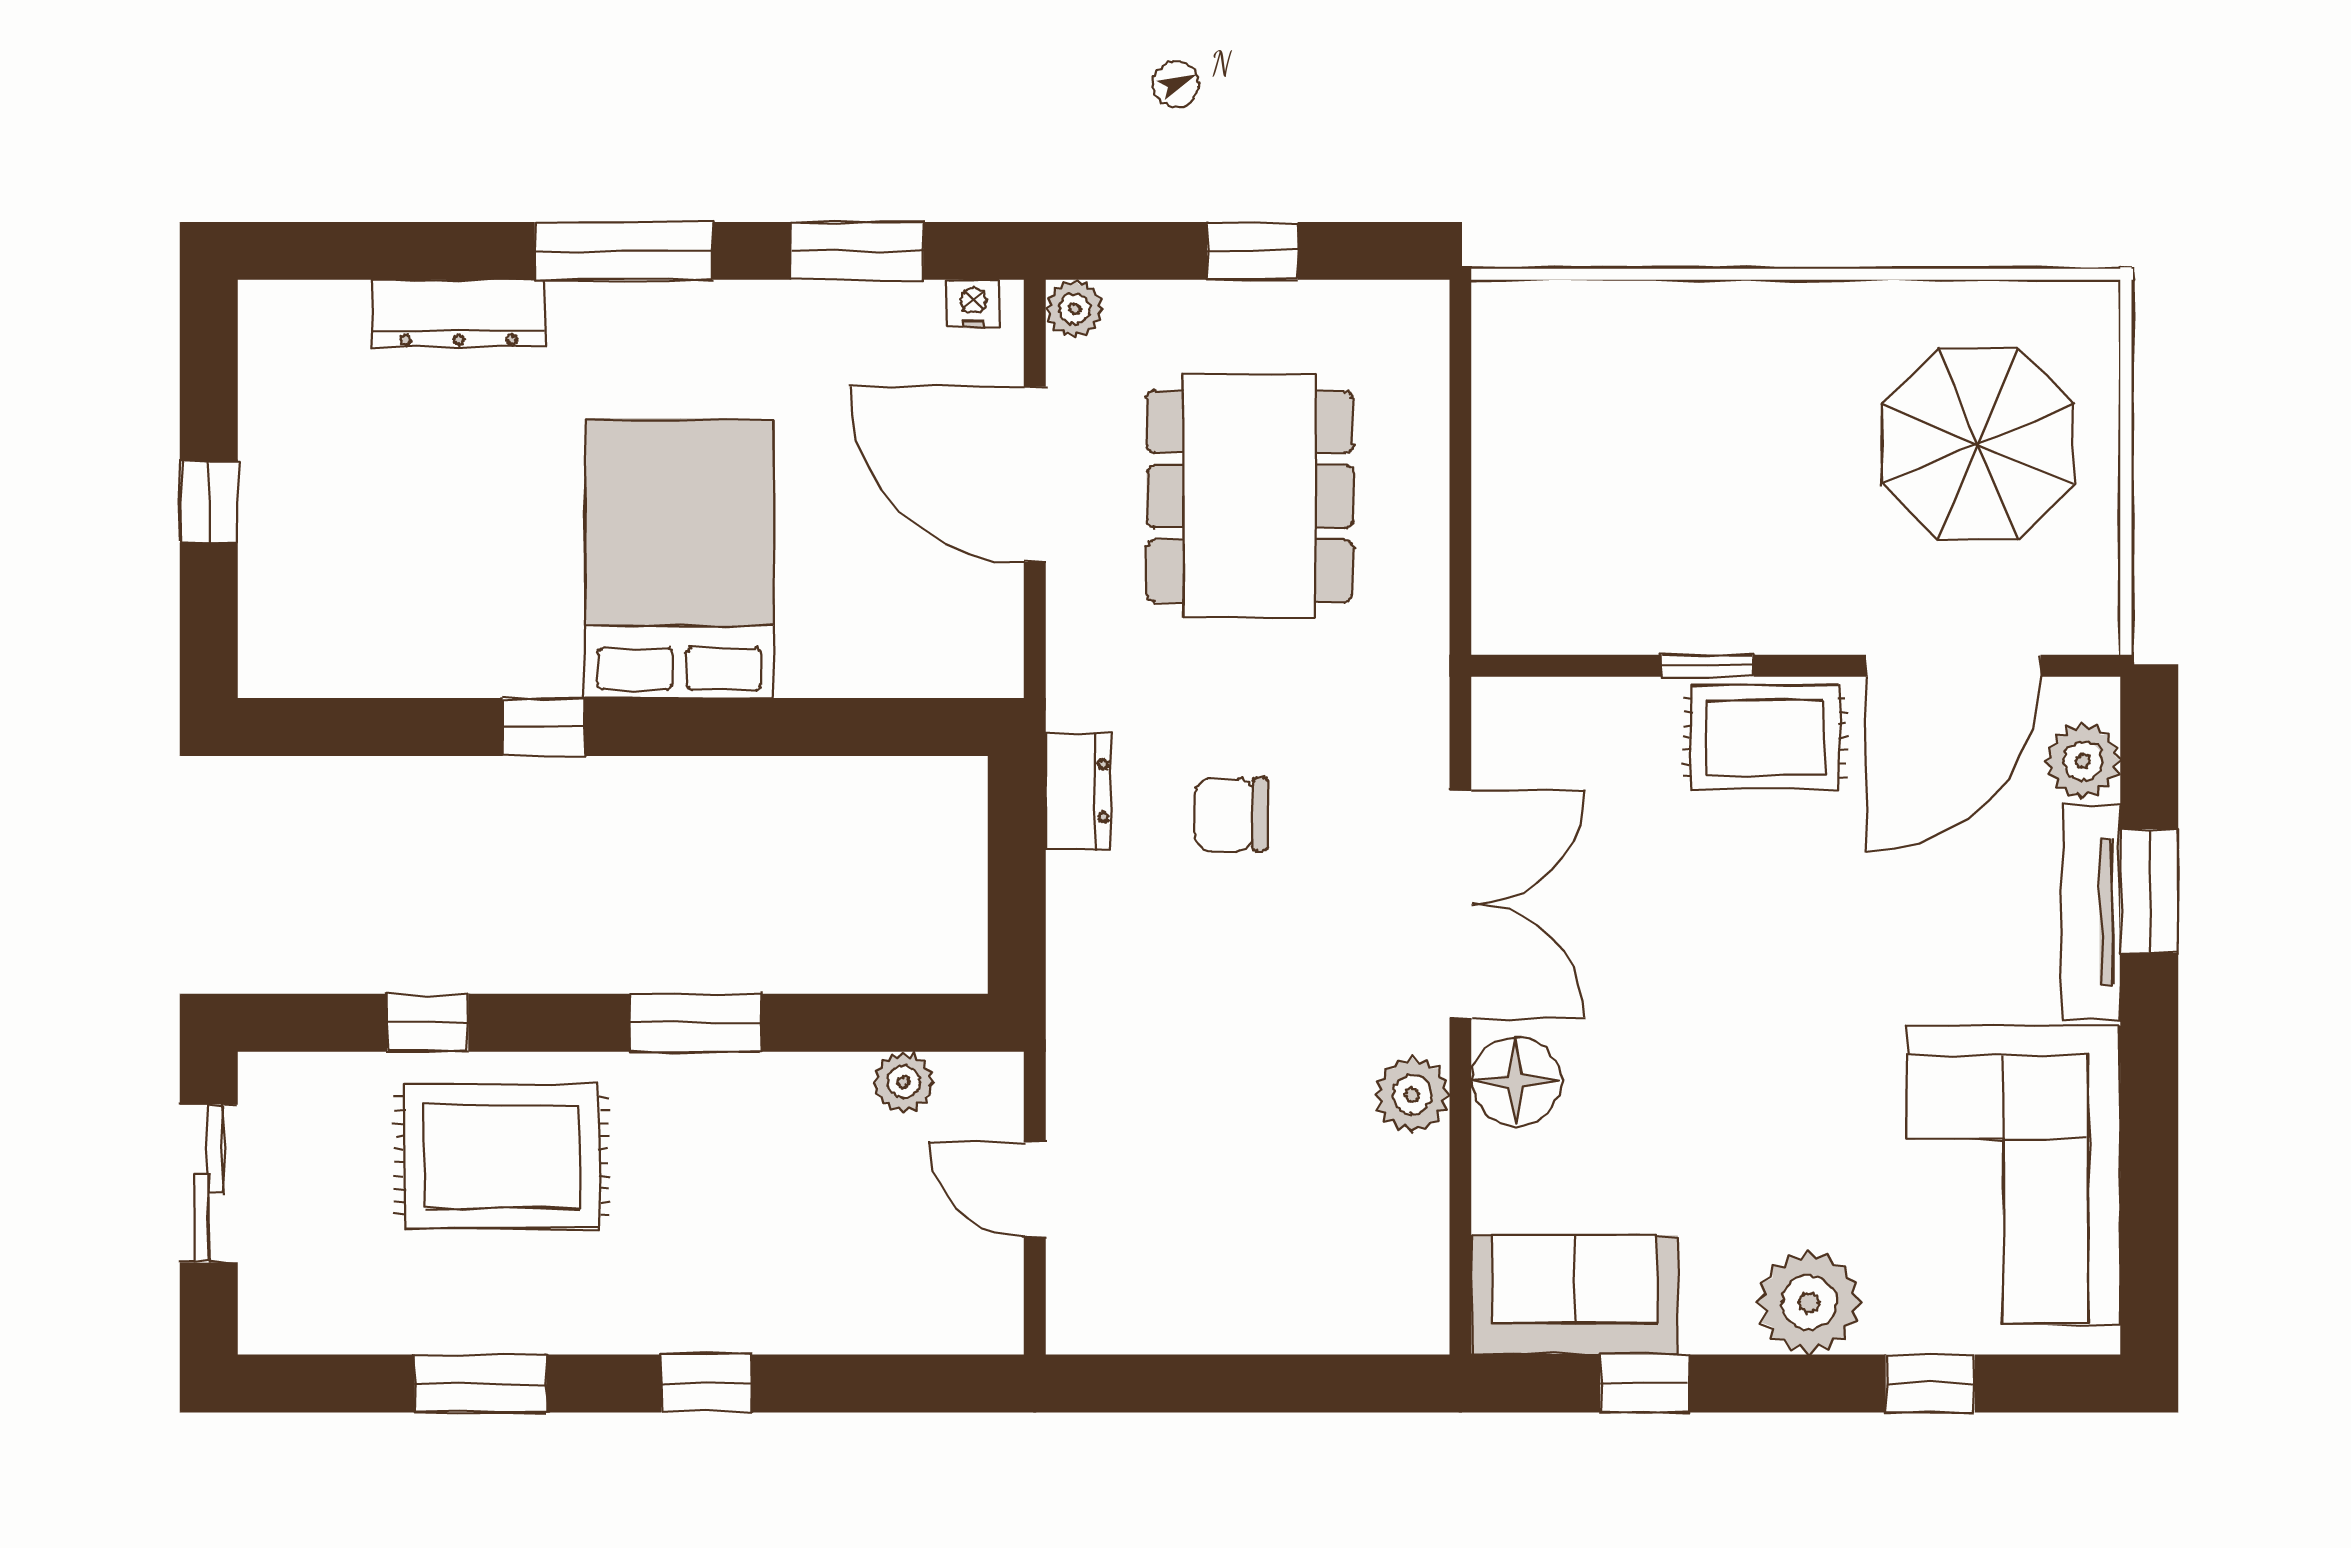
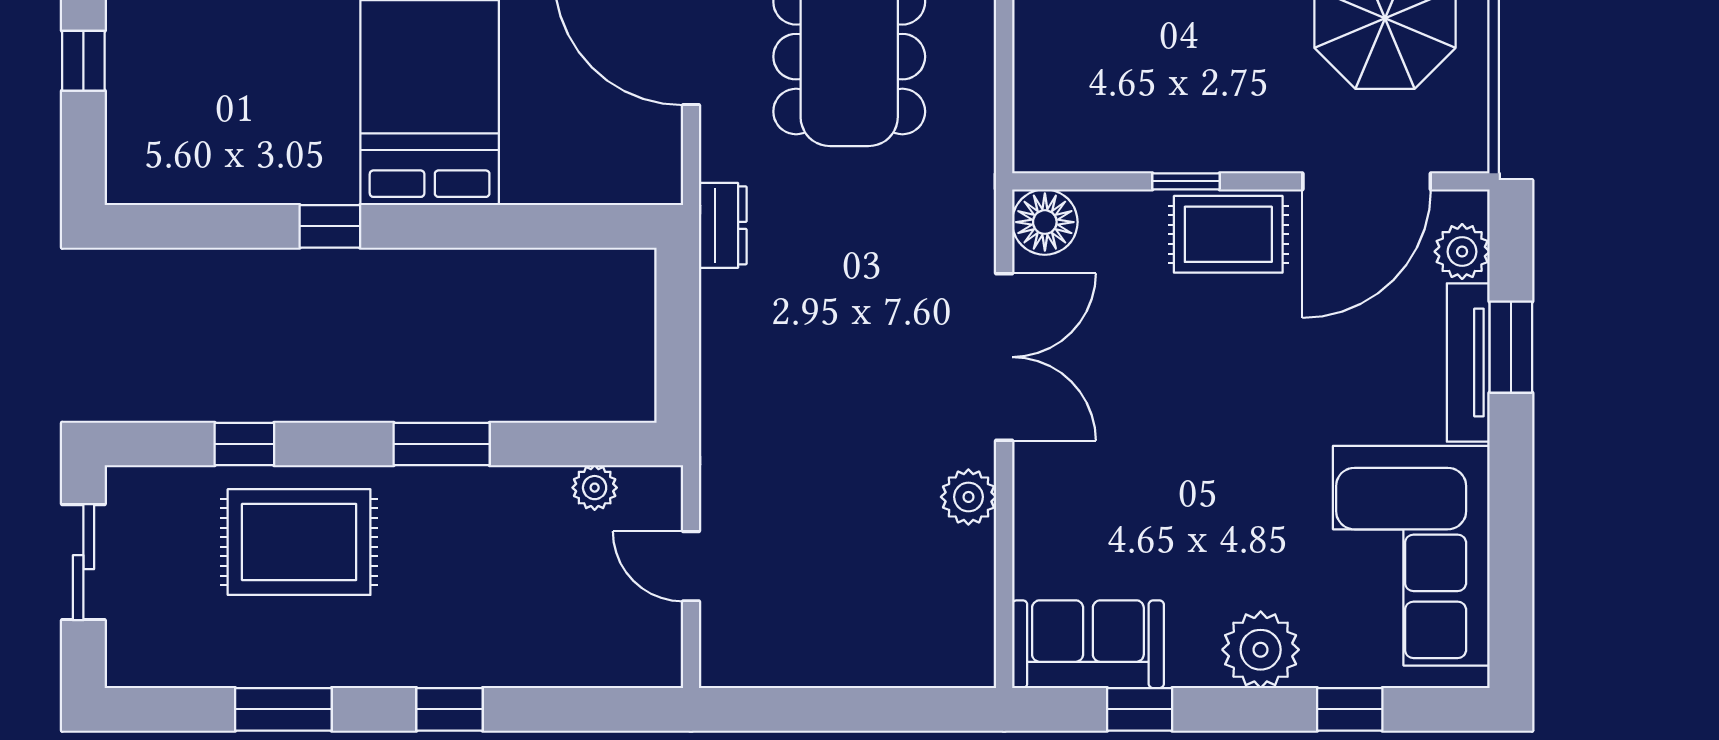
dresser: (1078, 791) -> (723, 225), moved
chair: (1231, 814) -> (836, 291), removed
floor lamp: (1516, 1081) -> (1045, 222), moved

